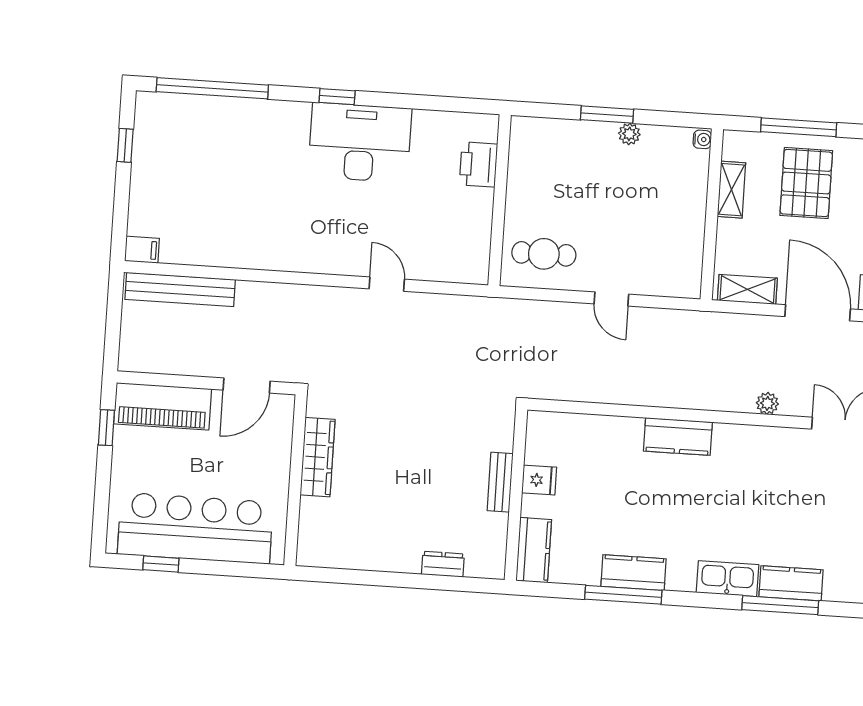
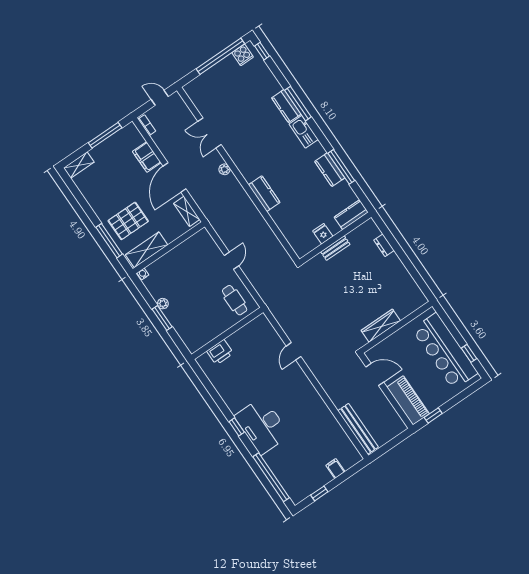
desk: (360, 142) -> (262, 426), moved
shelving: (731, 190) -> (147, 250), width x1.50, depth x1.33
filing cabinet: (142, 250) -> (335, 468), moved

